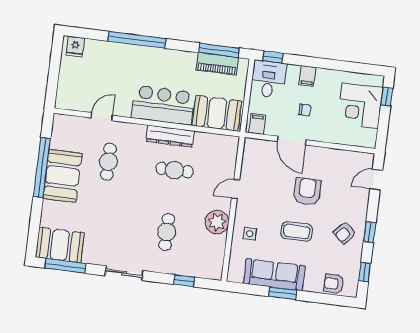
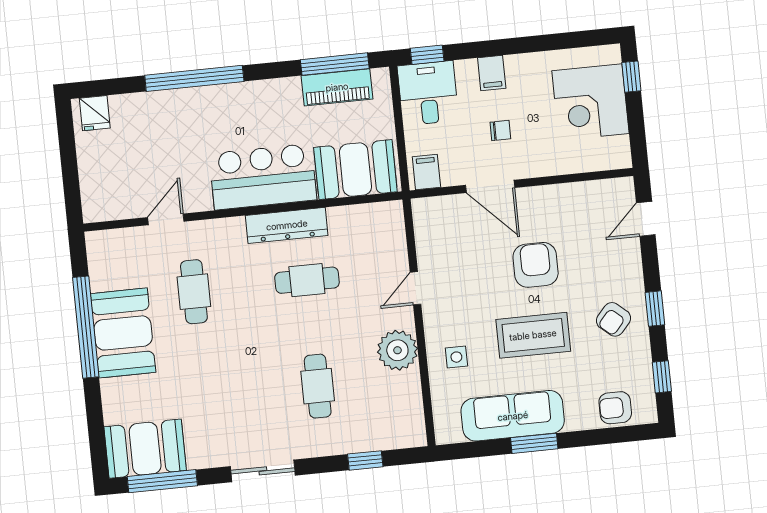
coffee table: (297, 231) -> (533, 335), width x1.36, depth x1.32

